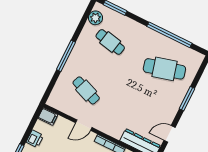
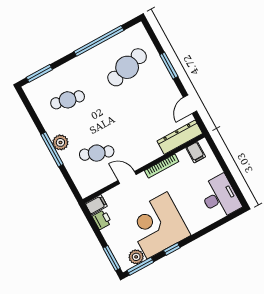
plant: (95, 18) -> (60, 142), moved
door: (84, 125) -> (127, 177), swing flipped
printer: (35, 139) -> (102, 220), moved

